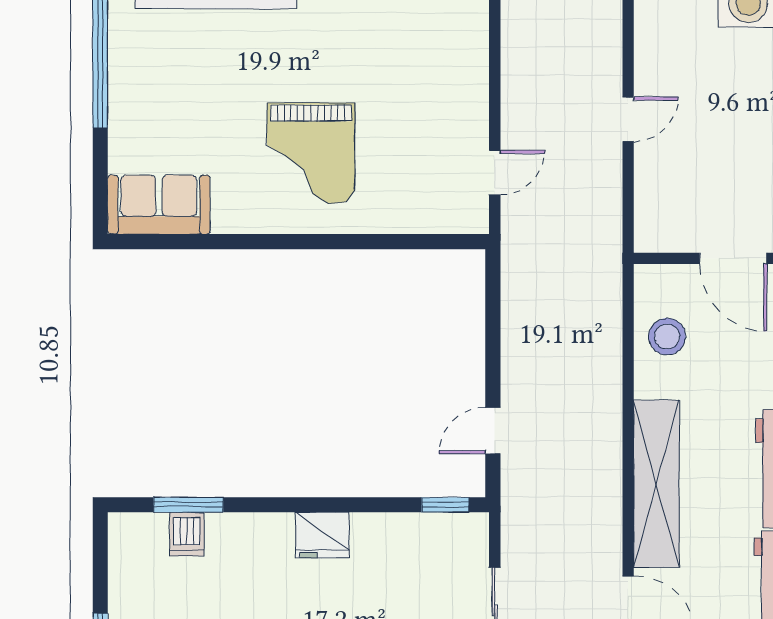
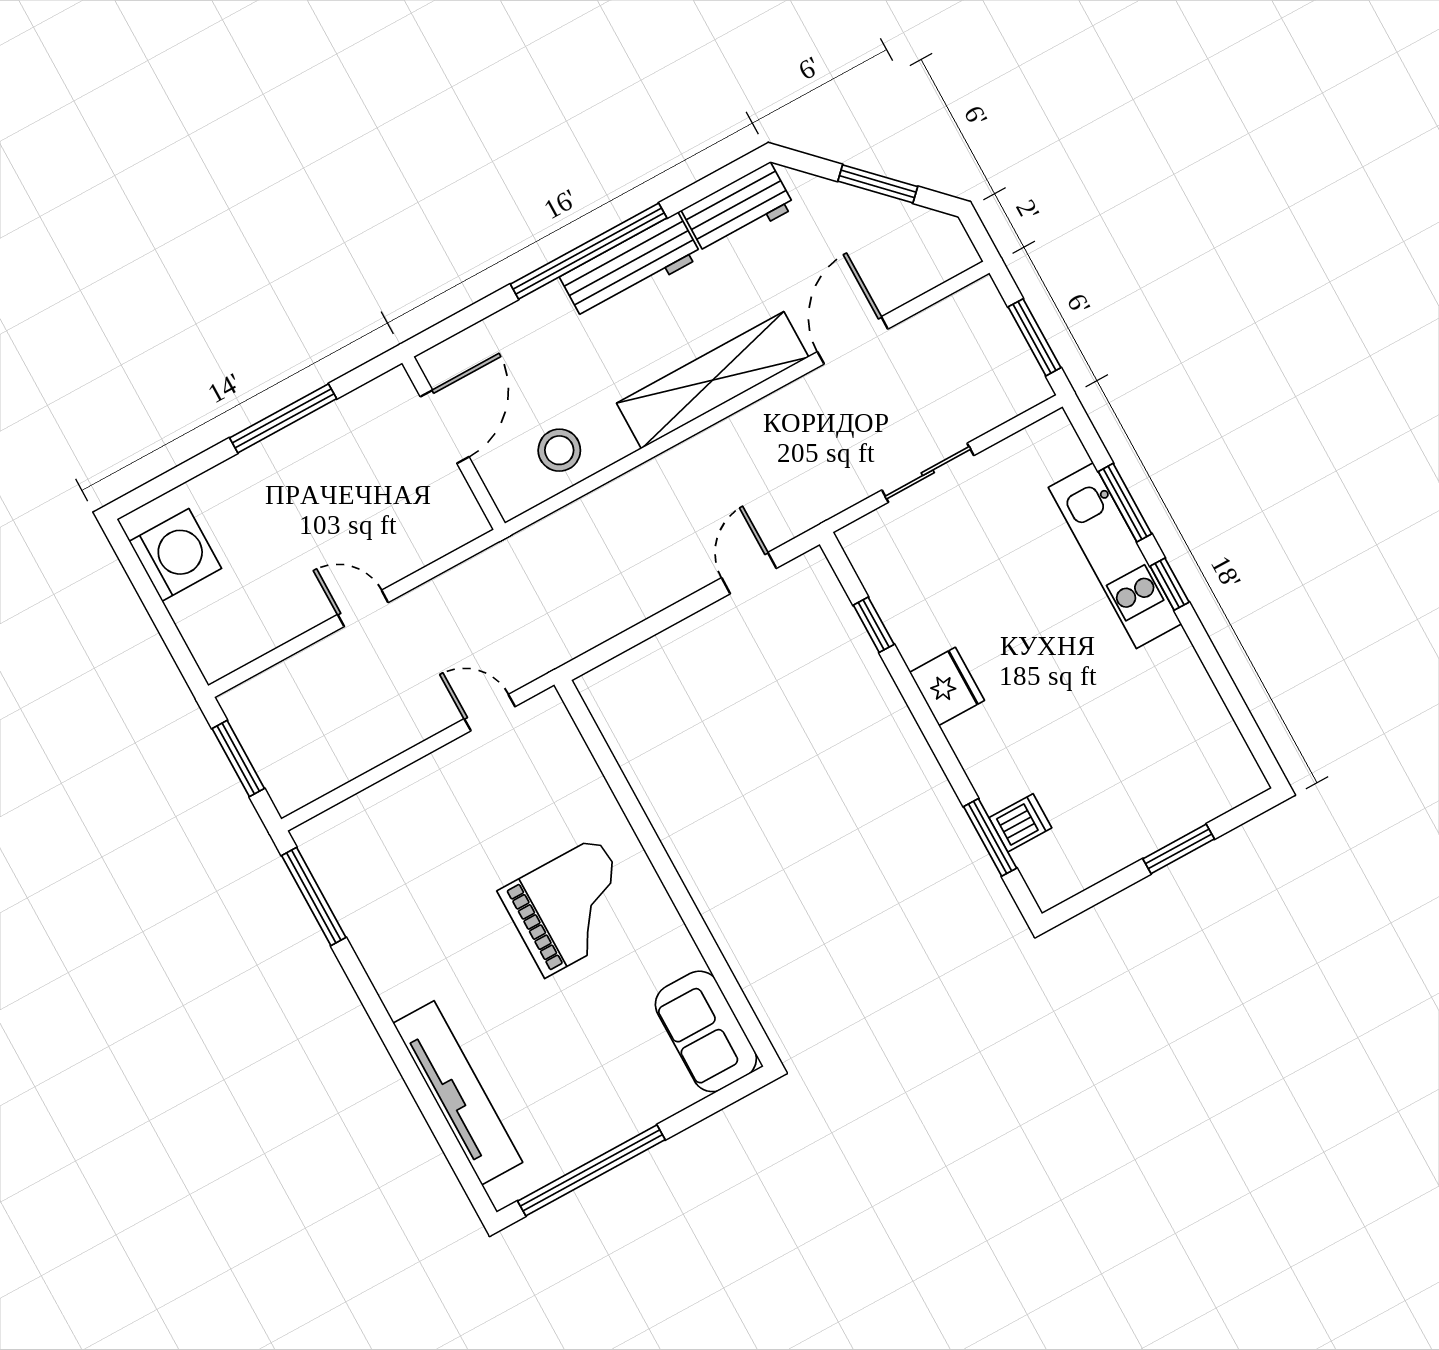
door: (493, 431) -> (749, 573), swing flipped
window: (445, 505) -> (874, 625), moved

